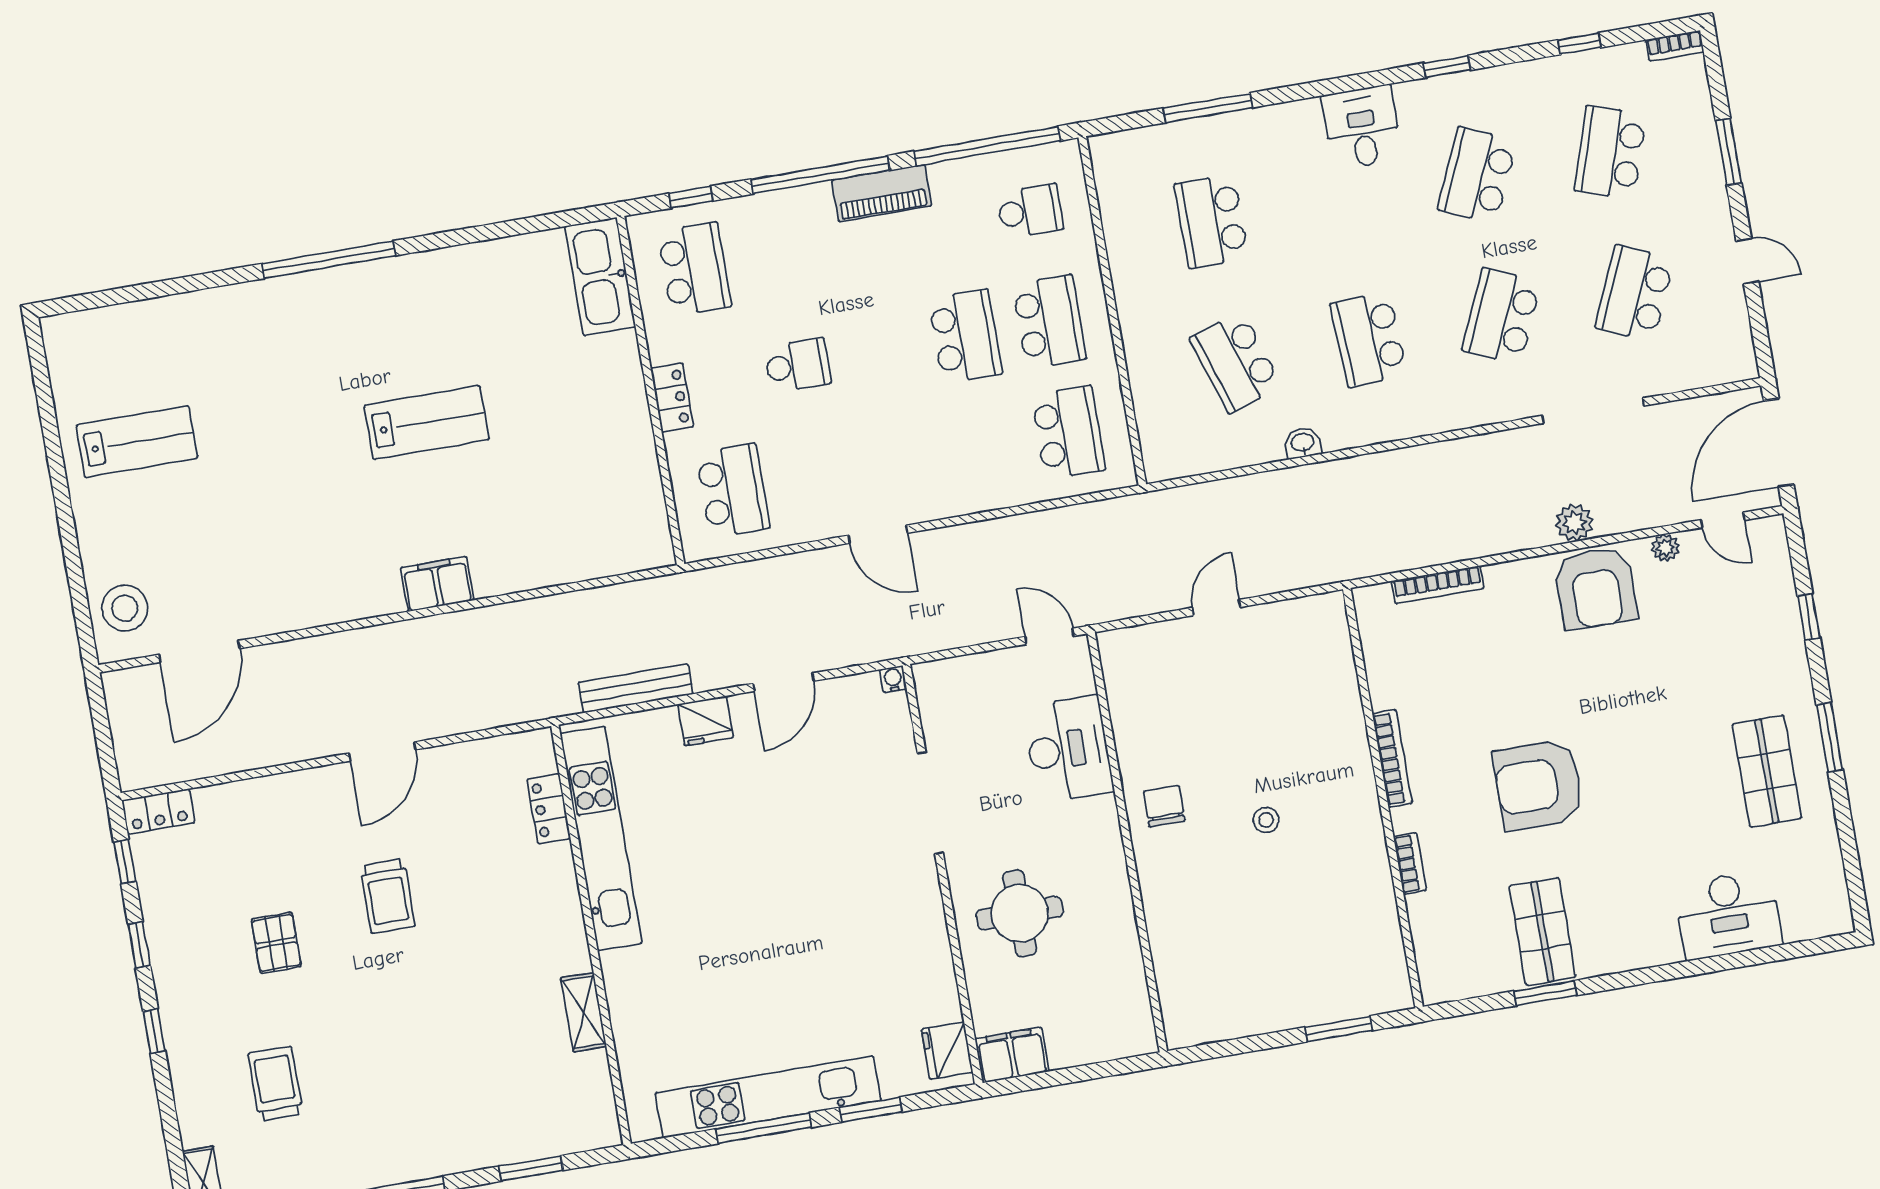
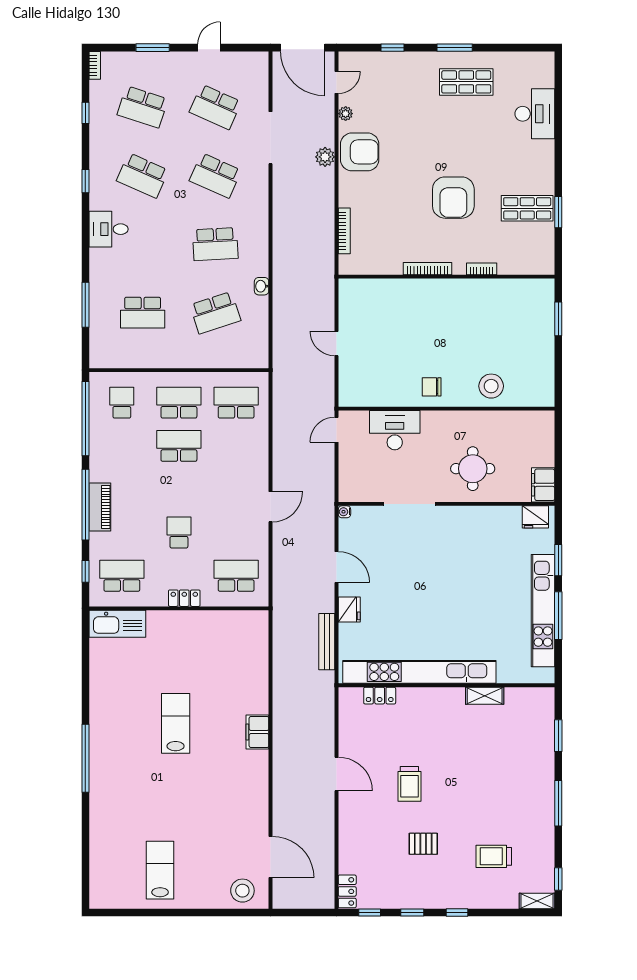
piano: (882, 193) -> (100, 507), moved
stool: (1266, 820) -> (491, 386), moved, width x1.89, depth x1.89
kitchen unit: (601, 838) -> (419, 672), width x1.36
trolley: (388, 896) -> (409, 784), turned 90

